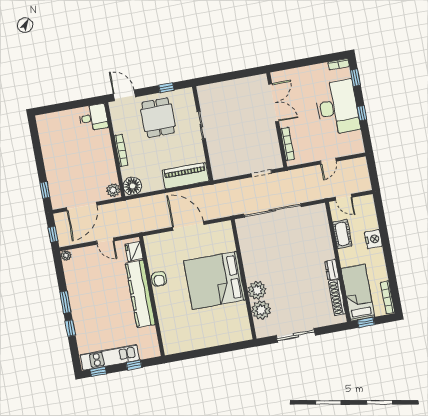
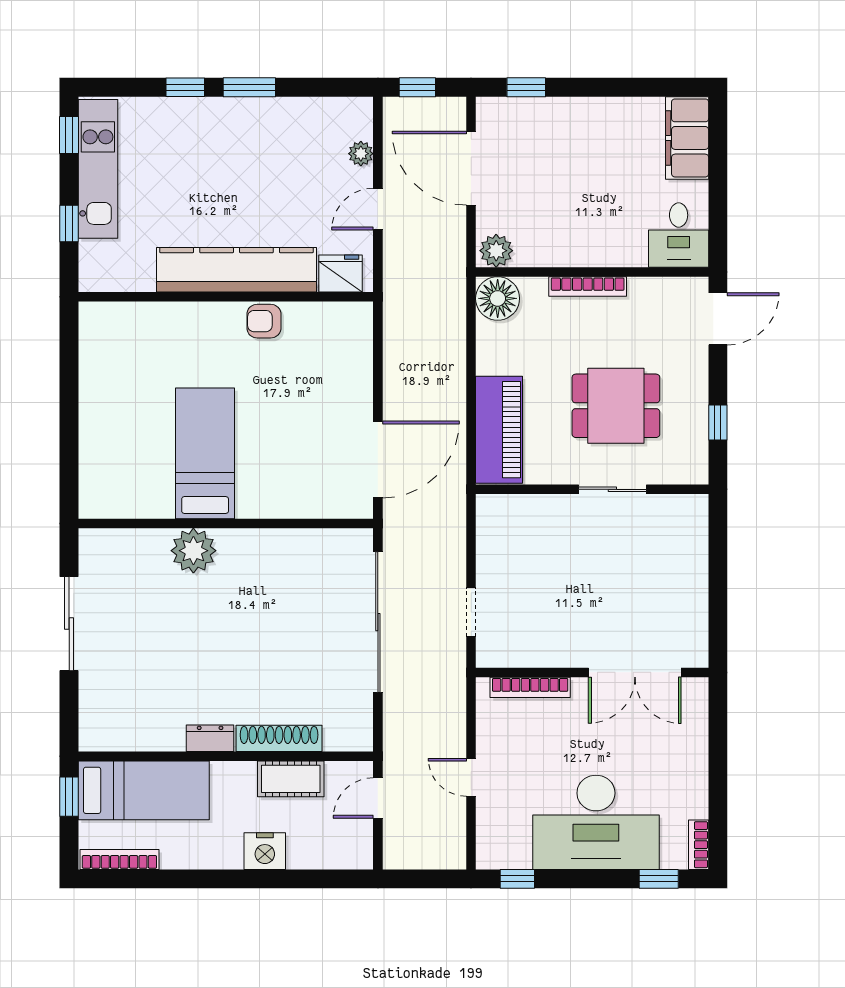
window: (362, 113) -> (517, 879), moved
dining table: (158, 118) -> (616, 406), moved
filing cabinet: (53, 121) -> (687, 138), added
door: (188, 226) -> (378, 459), moved
plant: (66, 255) -> (361, 154), moved
bed: (215, 280) -> (205, 453), width x0.49
shoe rack: (337, 298) -> (279, 738), moved
plant: (261, 310) -> (145, 552), removed

